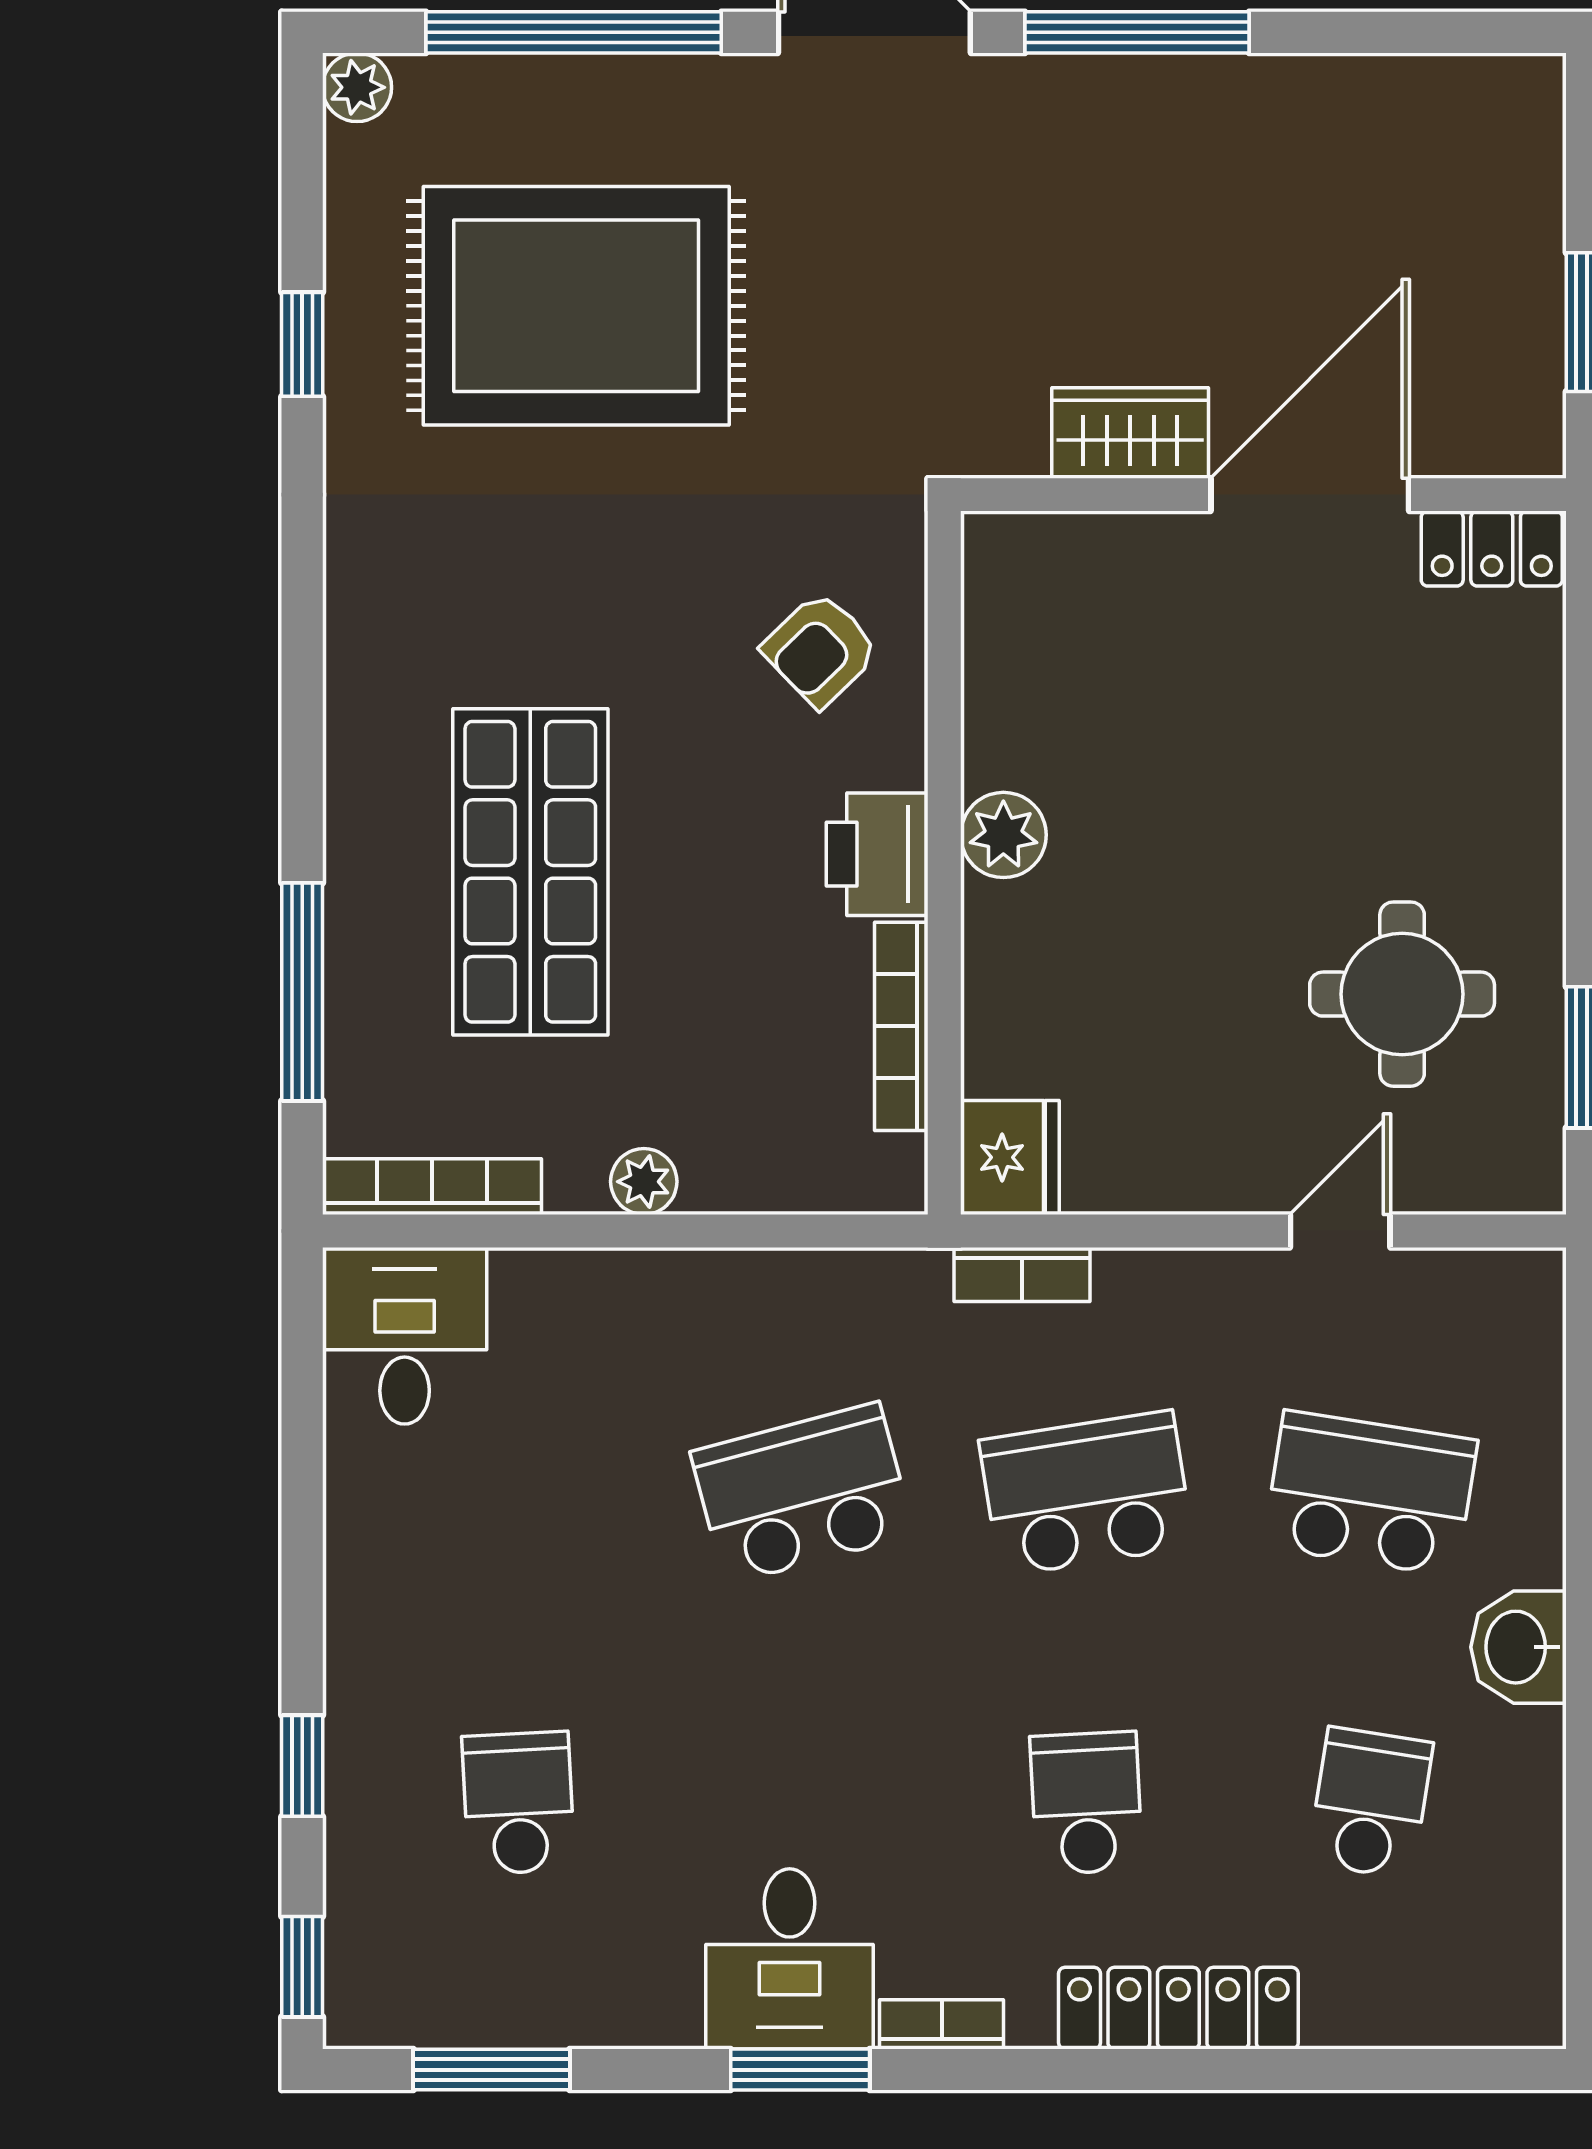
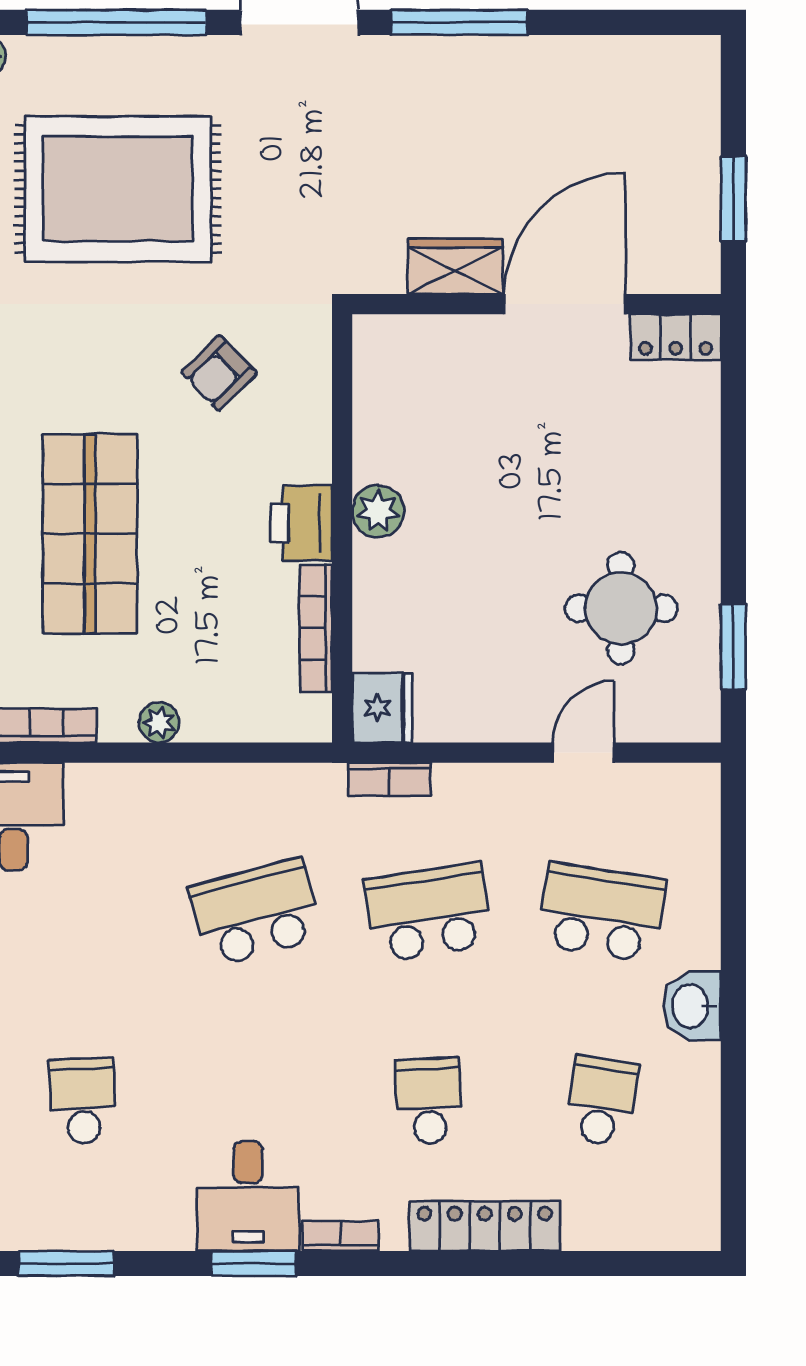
armchair: (820, 650) -> (219, 373), moved

